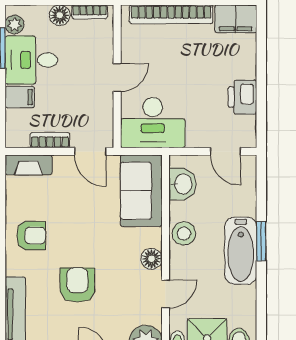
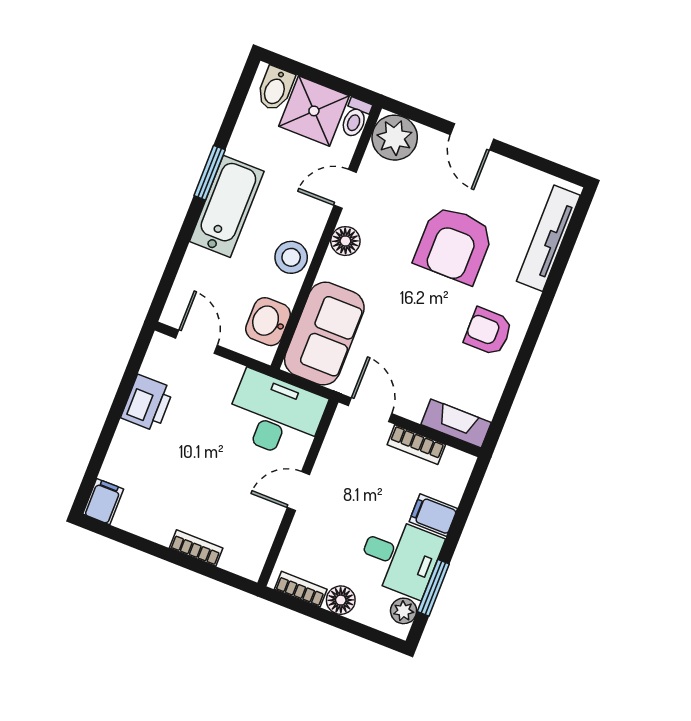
bookcase: (171, 14) -> (196, 548), width x0.43, depth x0.76
filing cabinet: (236, 19) -> (103, 502), width x0.50
window: (261, 241) -> (210, 173), moved
armchair: (77, 285) -> (454, 245), width x1.36, depth x1.36

